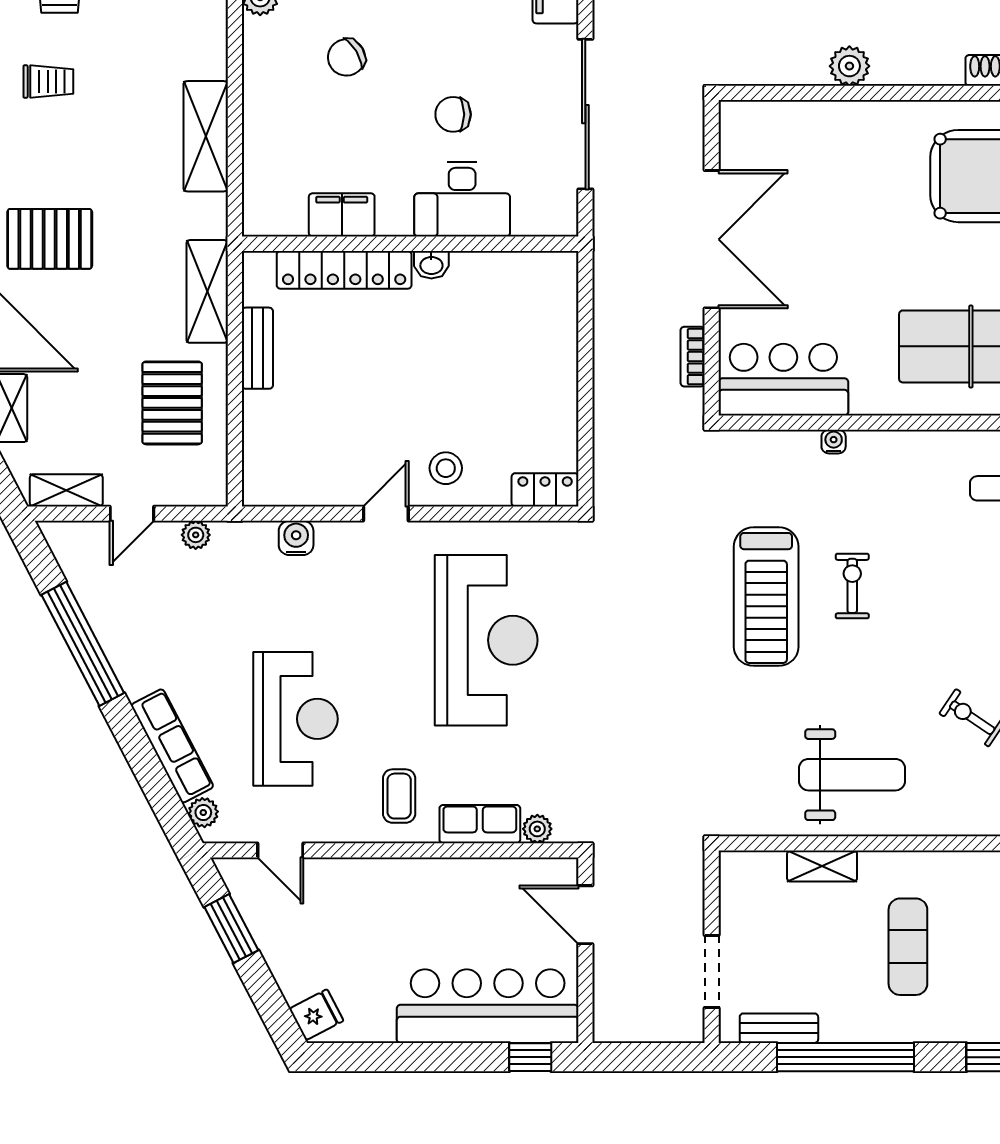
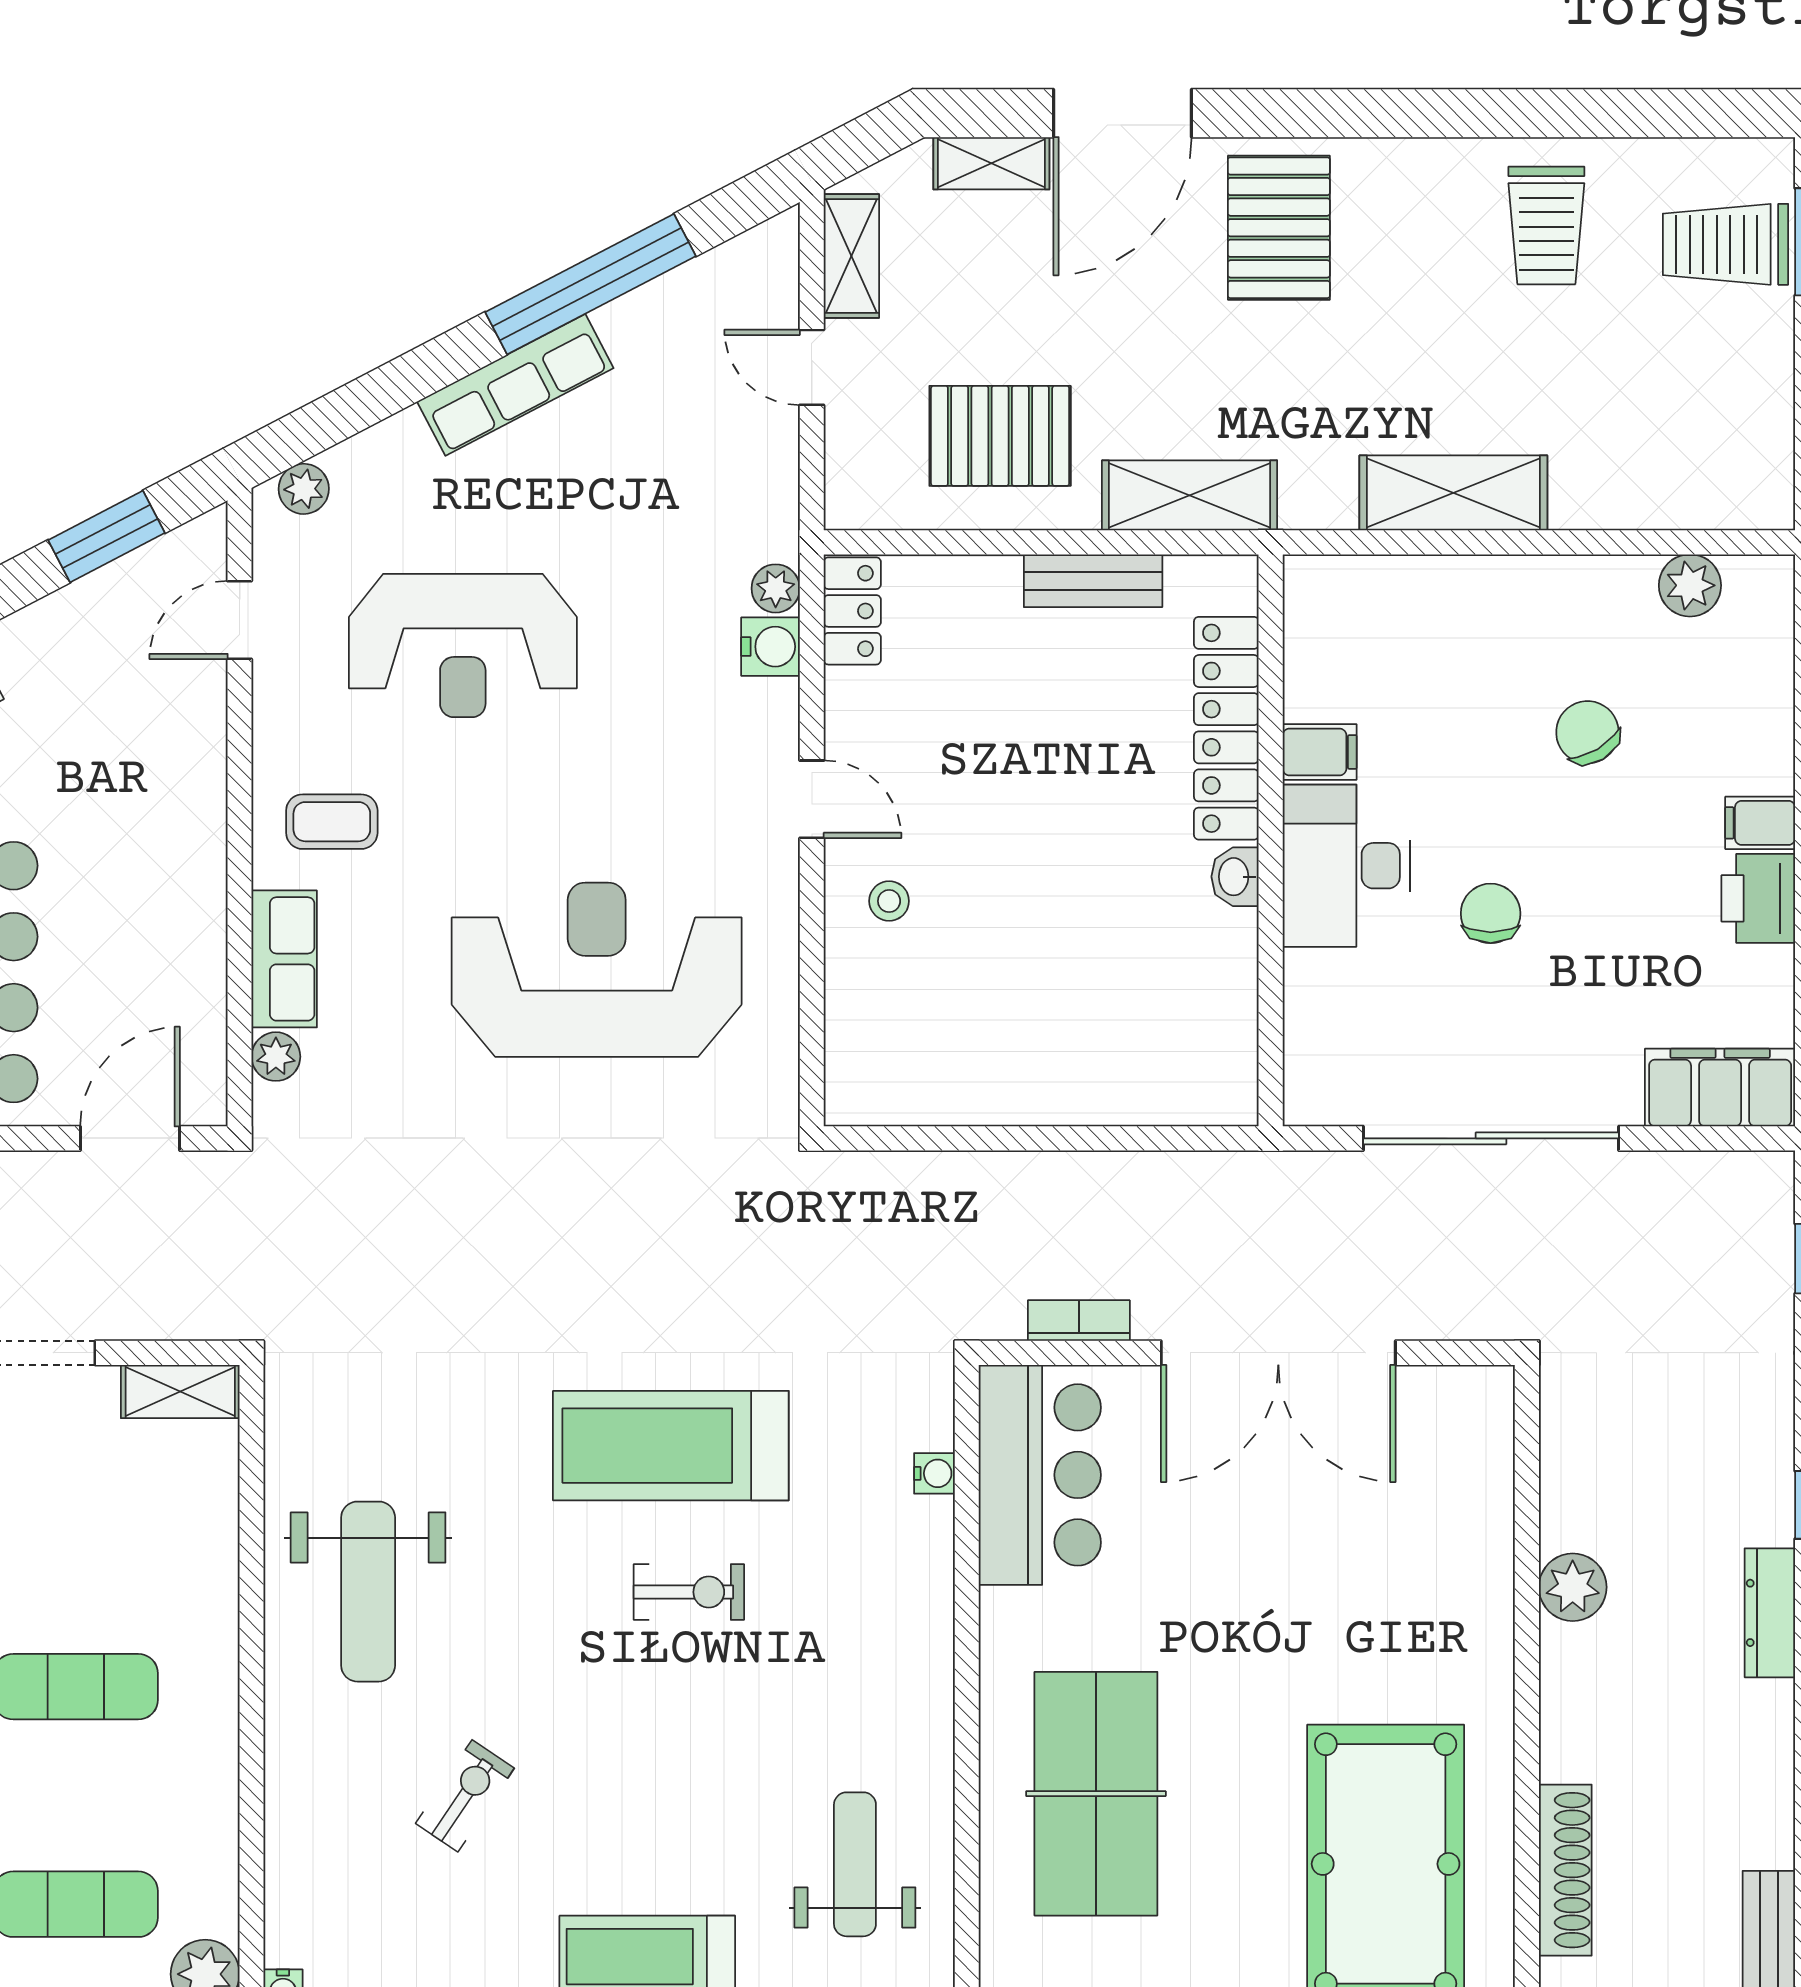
trolley: (48, 82) -> (1546, 225), width x1.36, depth x1.39
desk: (462, 199) -> (1346, 866), moved
filing cabinet: (342, 215) -> (1320, 752), width x0.50
water cooler: (834, 442) -> (934, 1473), moved
stool: (446, 468) -> (889, 901), width x0.73, depth x0.73
locker: (545, 490) -> (852, 611), moved
plant: (196, 535) -> (776, 588), moved
reception desk: (486, 640) -> (597, 970), turned 180
row of seats: (172, 746) -> (515, 385), moved
shelving: (822, 866) -> (180, 1392), moved, turned 90

